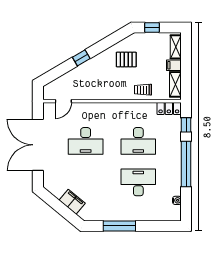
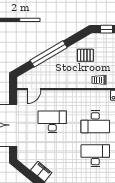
window: (81, 58) -> (49, 54), width x3.17
desk: (86, 141) -> (52, 122), turned 180

